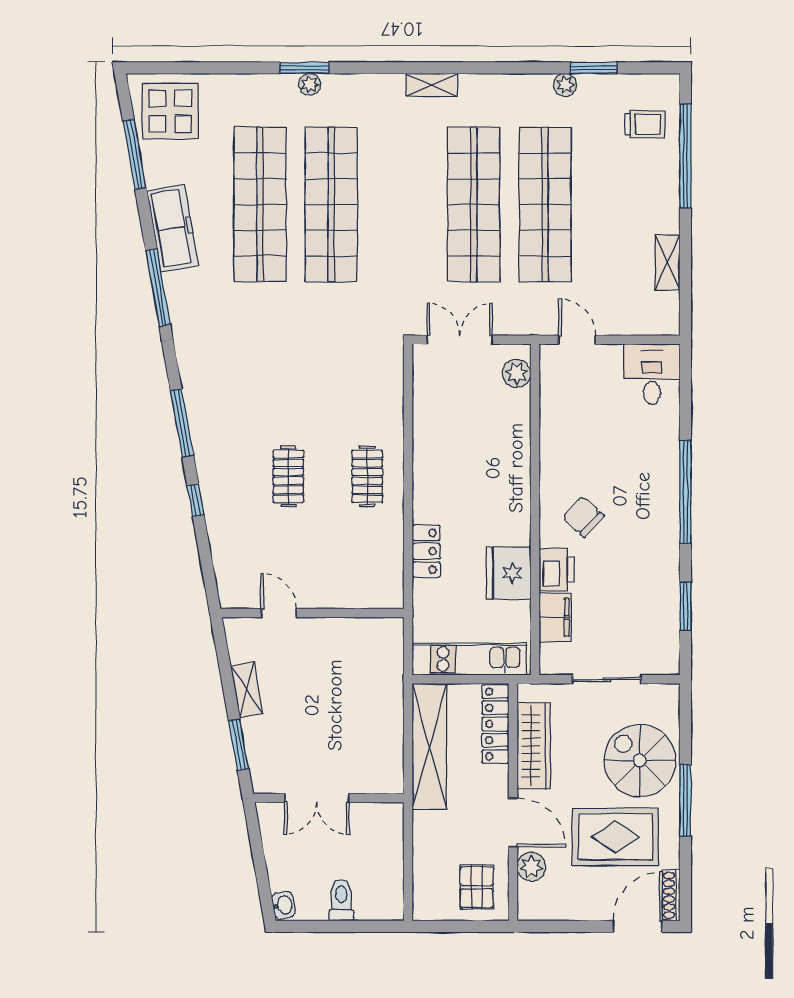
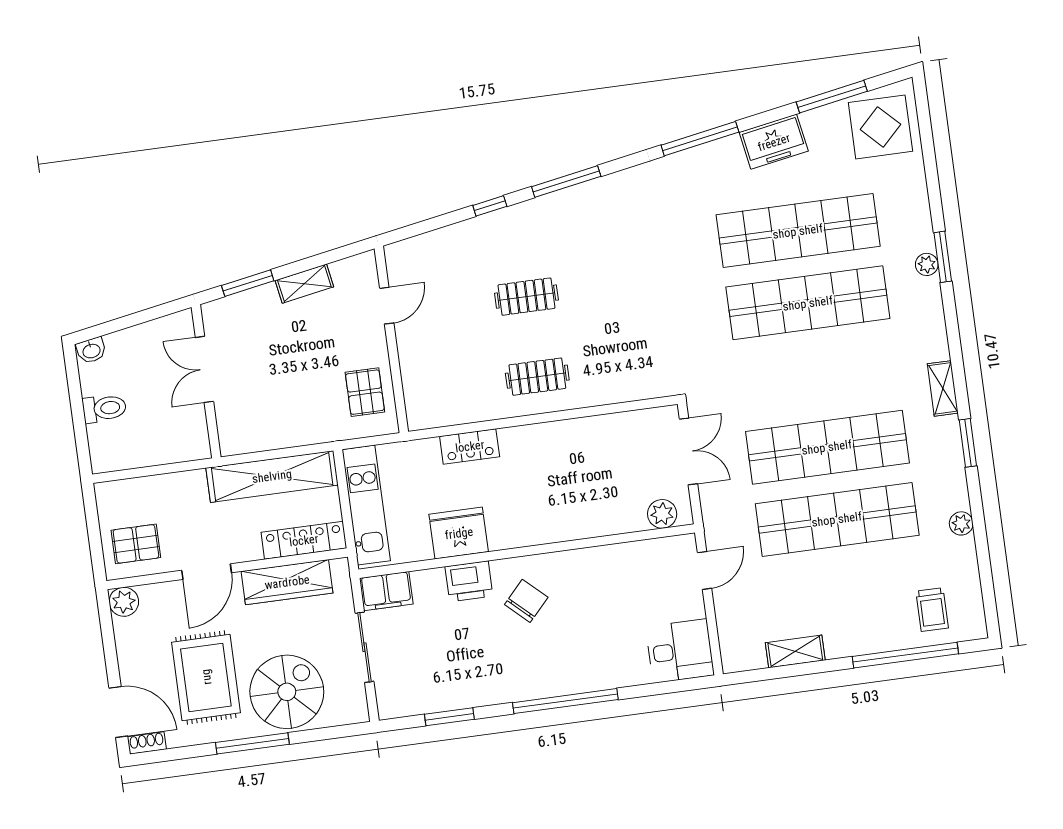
window: (594, 68) -> (968, 443), moved
freezer: (173, 228) -> (774, 142), width x0.71
filing cabinet: (555, 617) -> (386, 591), moved
pallet: (360, 645) -> (365, 392), added
plant: (531, 867) -> (124, 602), moved
shoe rack: (671, 895) -> (147, 743), width x0.70

